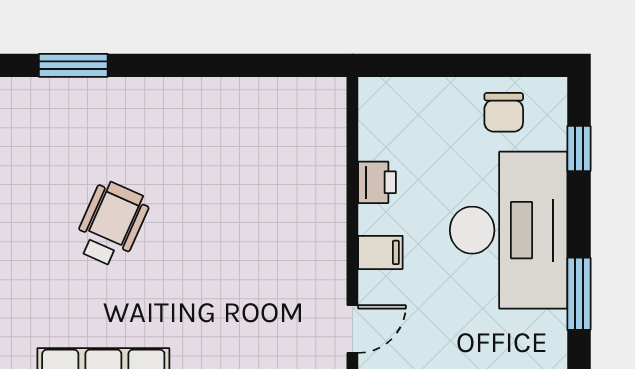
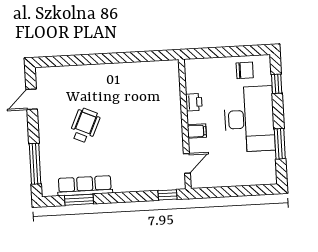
window: (73, 65) -> (66, 61), removed
chair: (504, 112) -> (245, 70), turned -90

